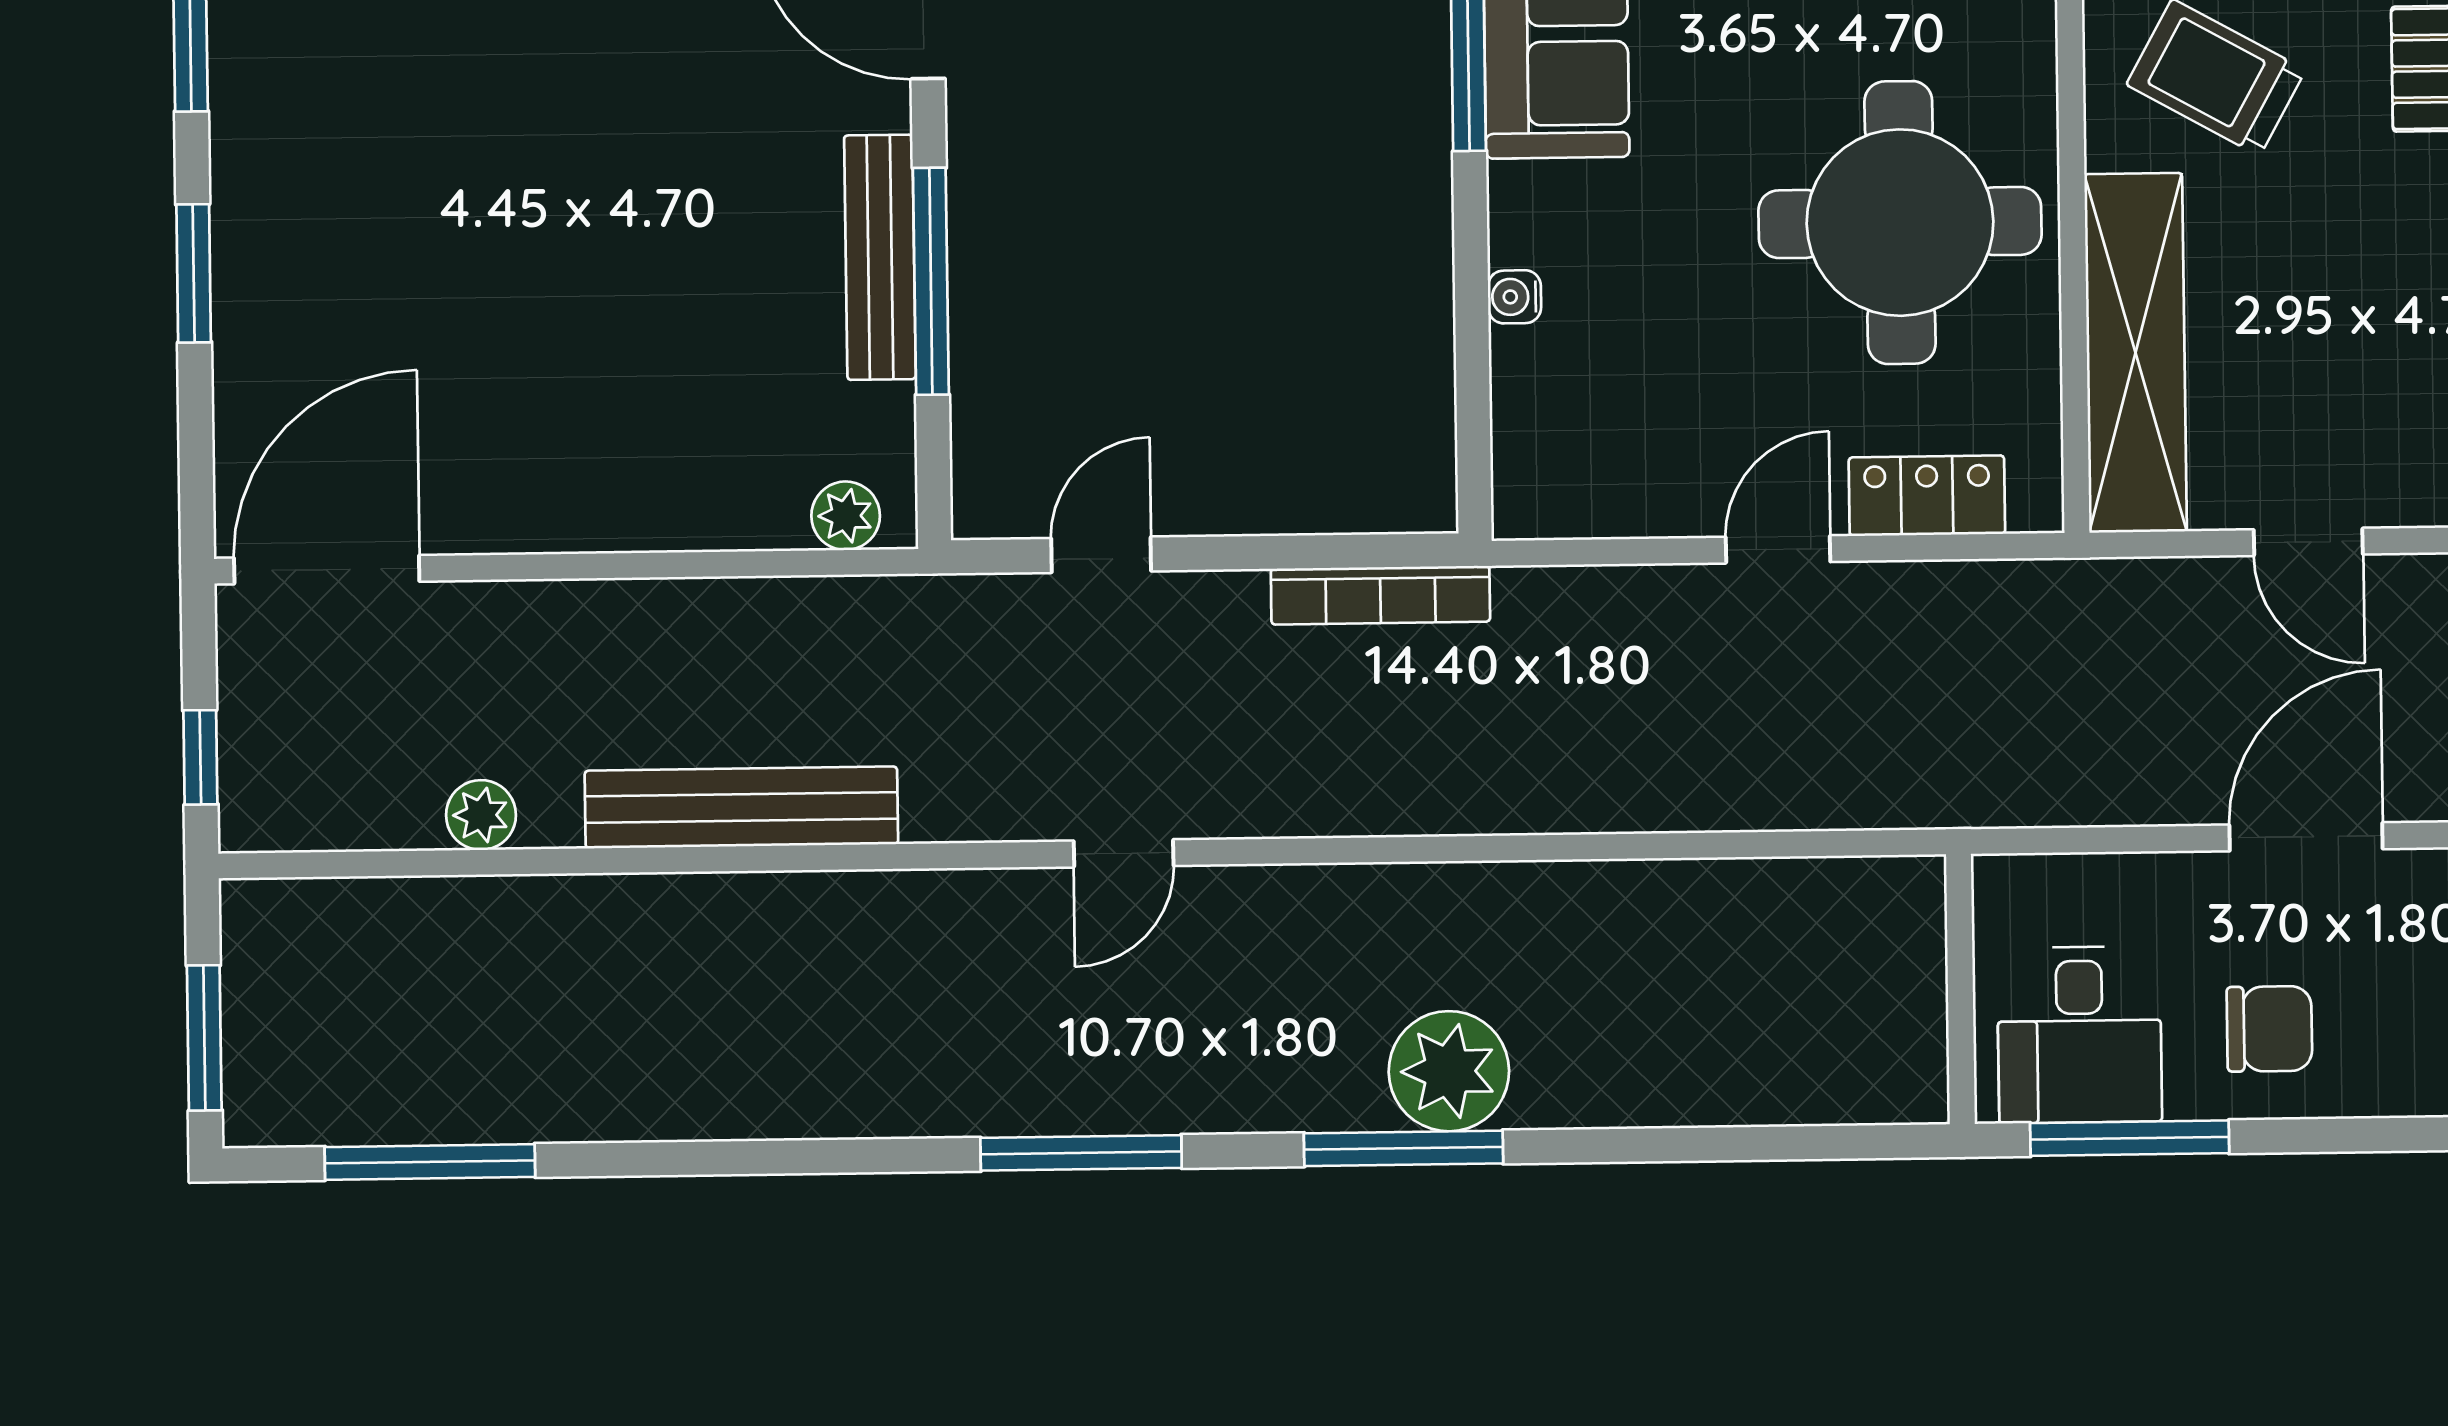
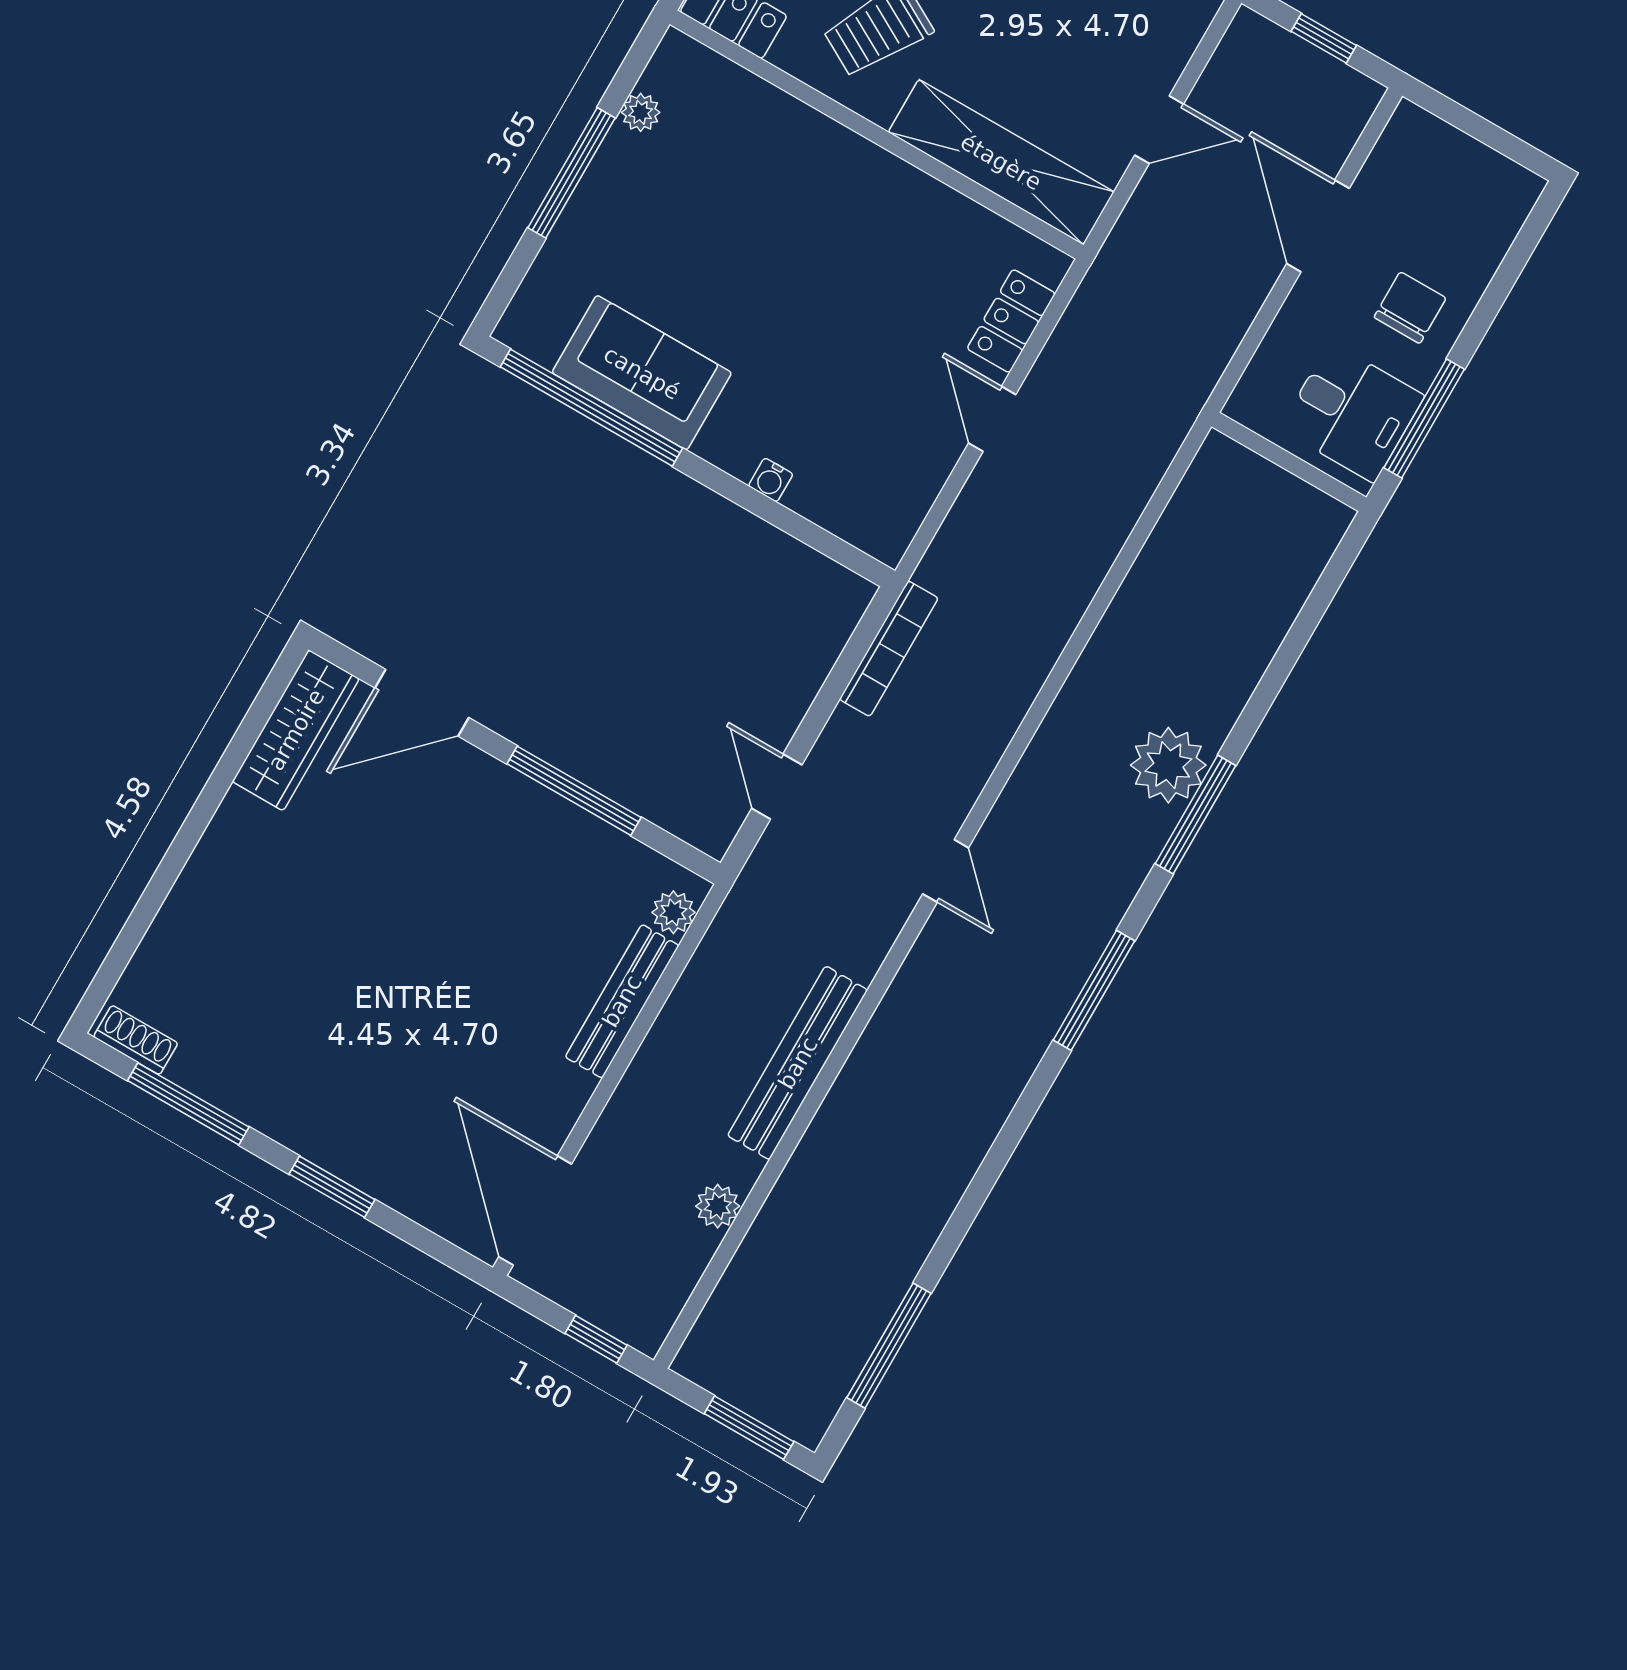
round table: (1900, 223) -> (855, 247), removed
bench: (880, 257) -> (622, 1001), moved, turned 90

